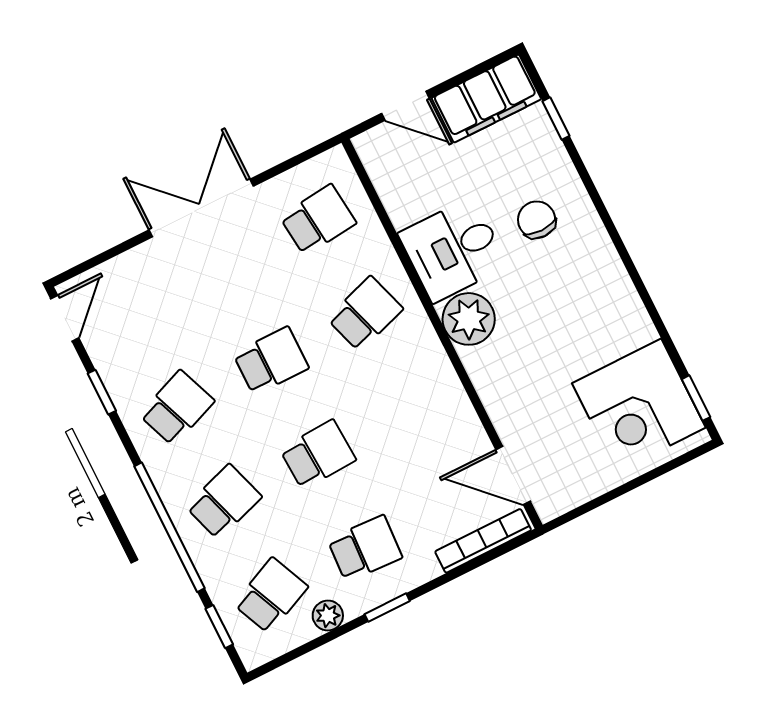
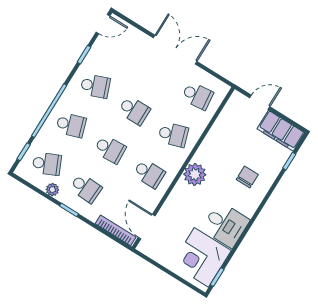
door: (405, 106) -> (260, 102), swing flipped
desk: (453, 250) -> (225, 225), moved, turned 180
school desk: (412, 407) -> (149, 173), added

